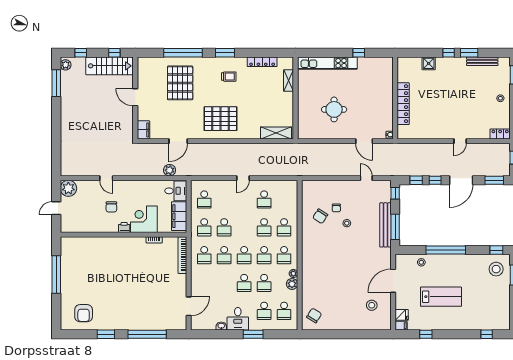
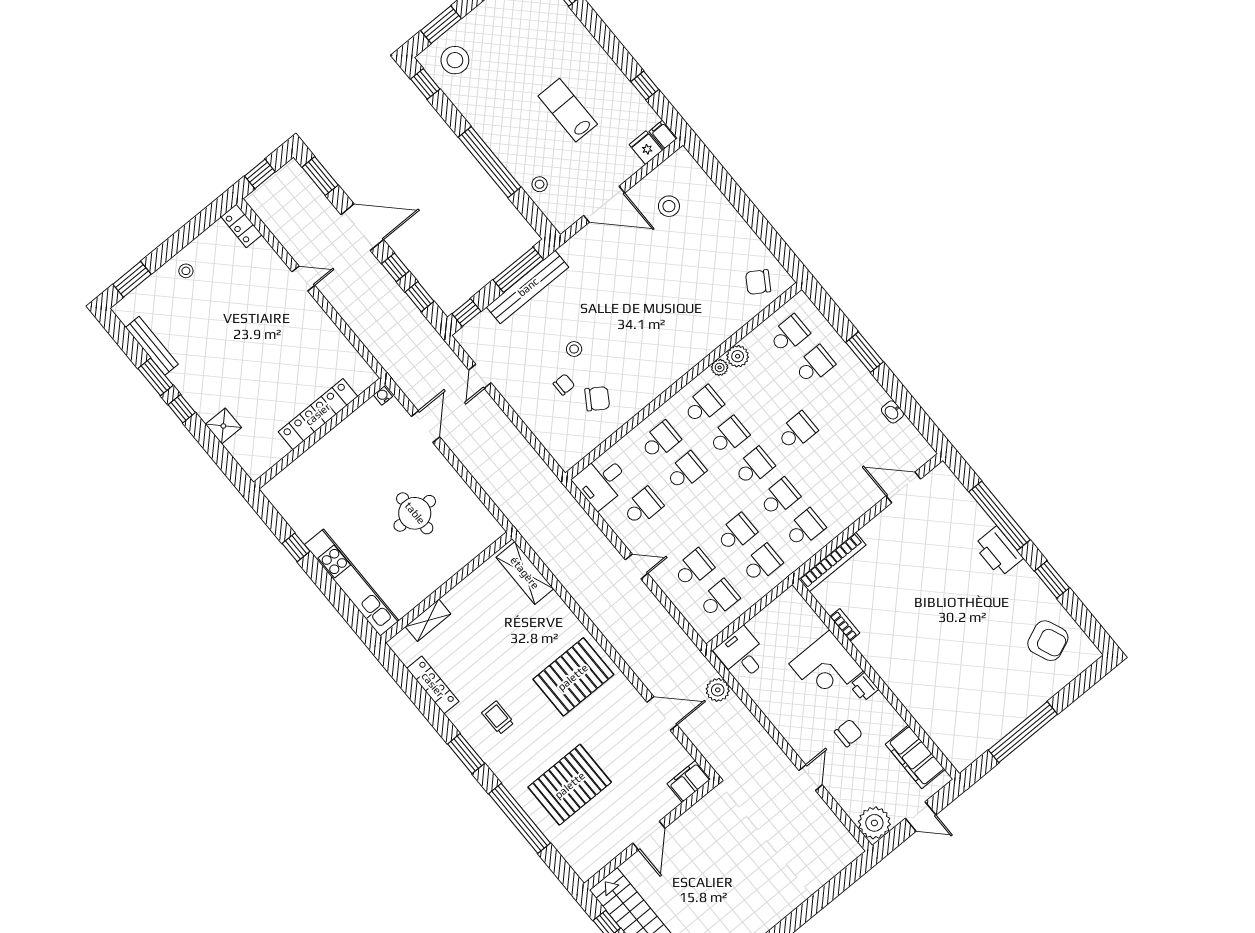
pallet: (220, 119) -> (573, 677), turned 90
filing cabinet: (179, 216) -> (915, 757), moved, turned 90
school desk: (264, 283) -> (694, 568), moved
lab bench: (441, 297) -> (568, 110), width x0.73, depth x0.72
armchair: (84, 313) -> (1048, 641), turned 67
desk: (238, 319) -> (601, 481), moved, turned 180
printer: (134, 322) -> (998, 552), added

